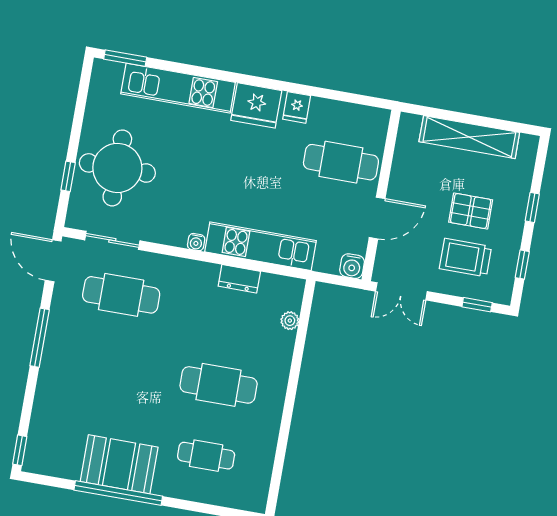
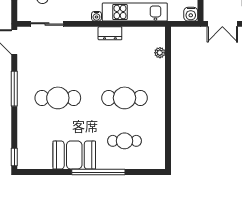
dresser: (239, 279) -> (110, 33), moved
cafe table: (121, 295) -> (58, 98), moved
window: (118, 493) -> (98, 172), moved

